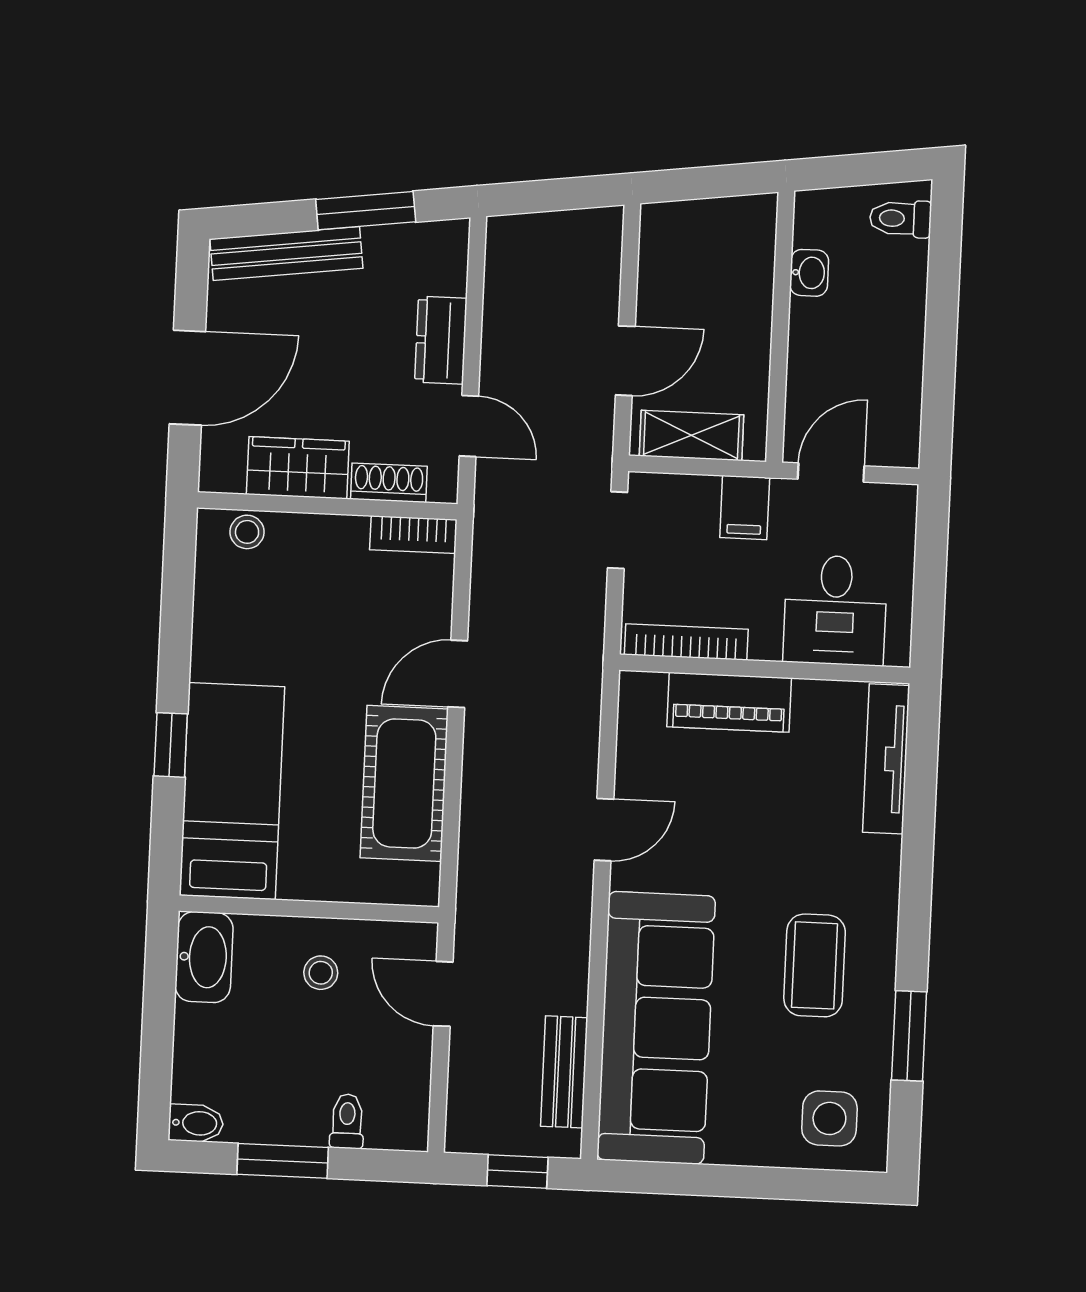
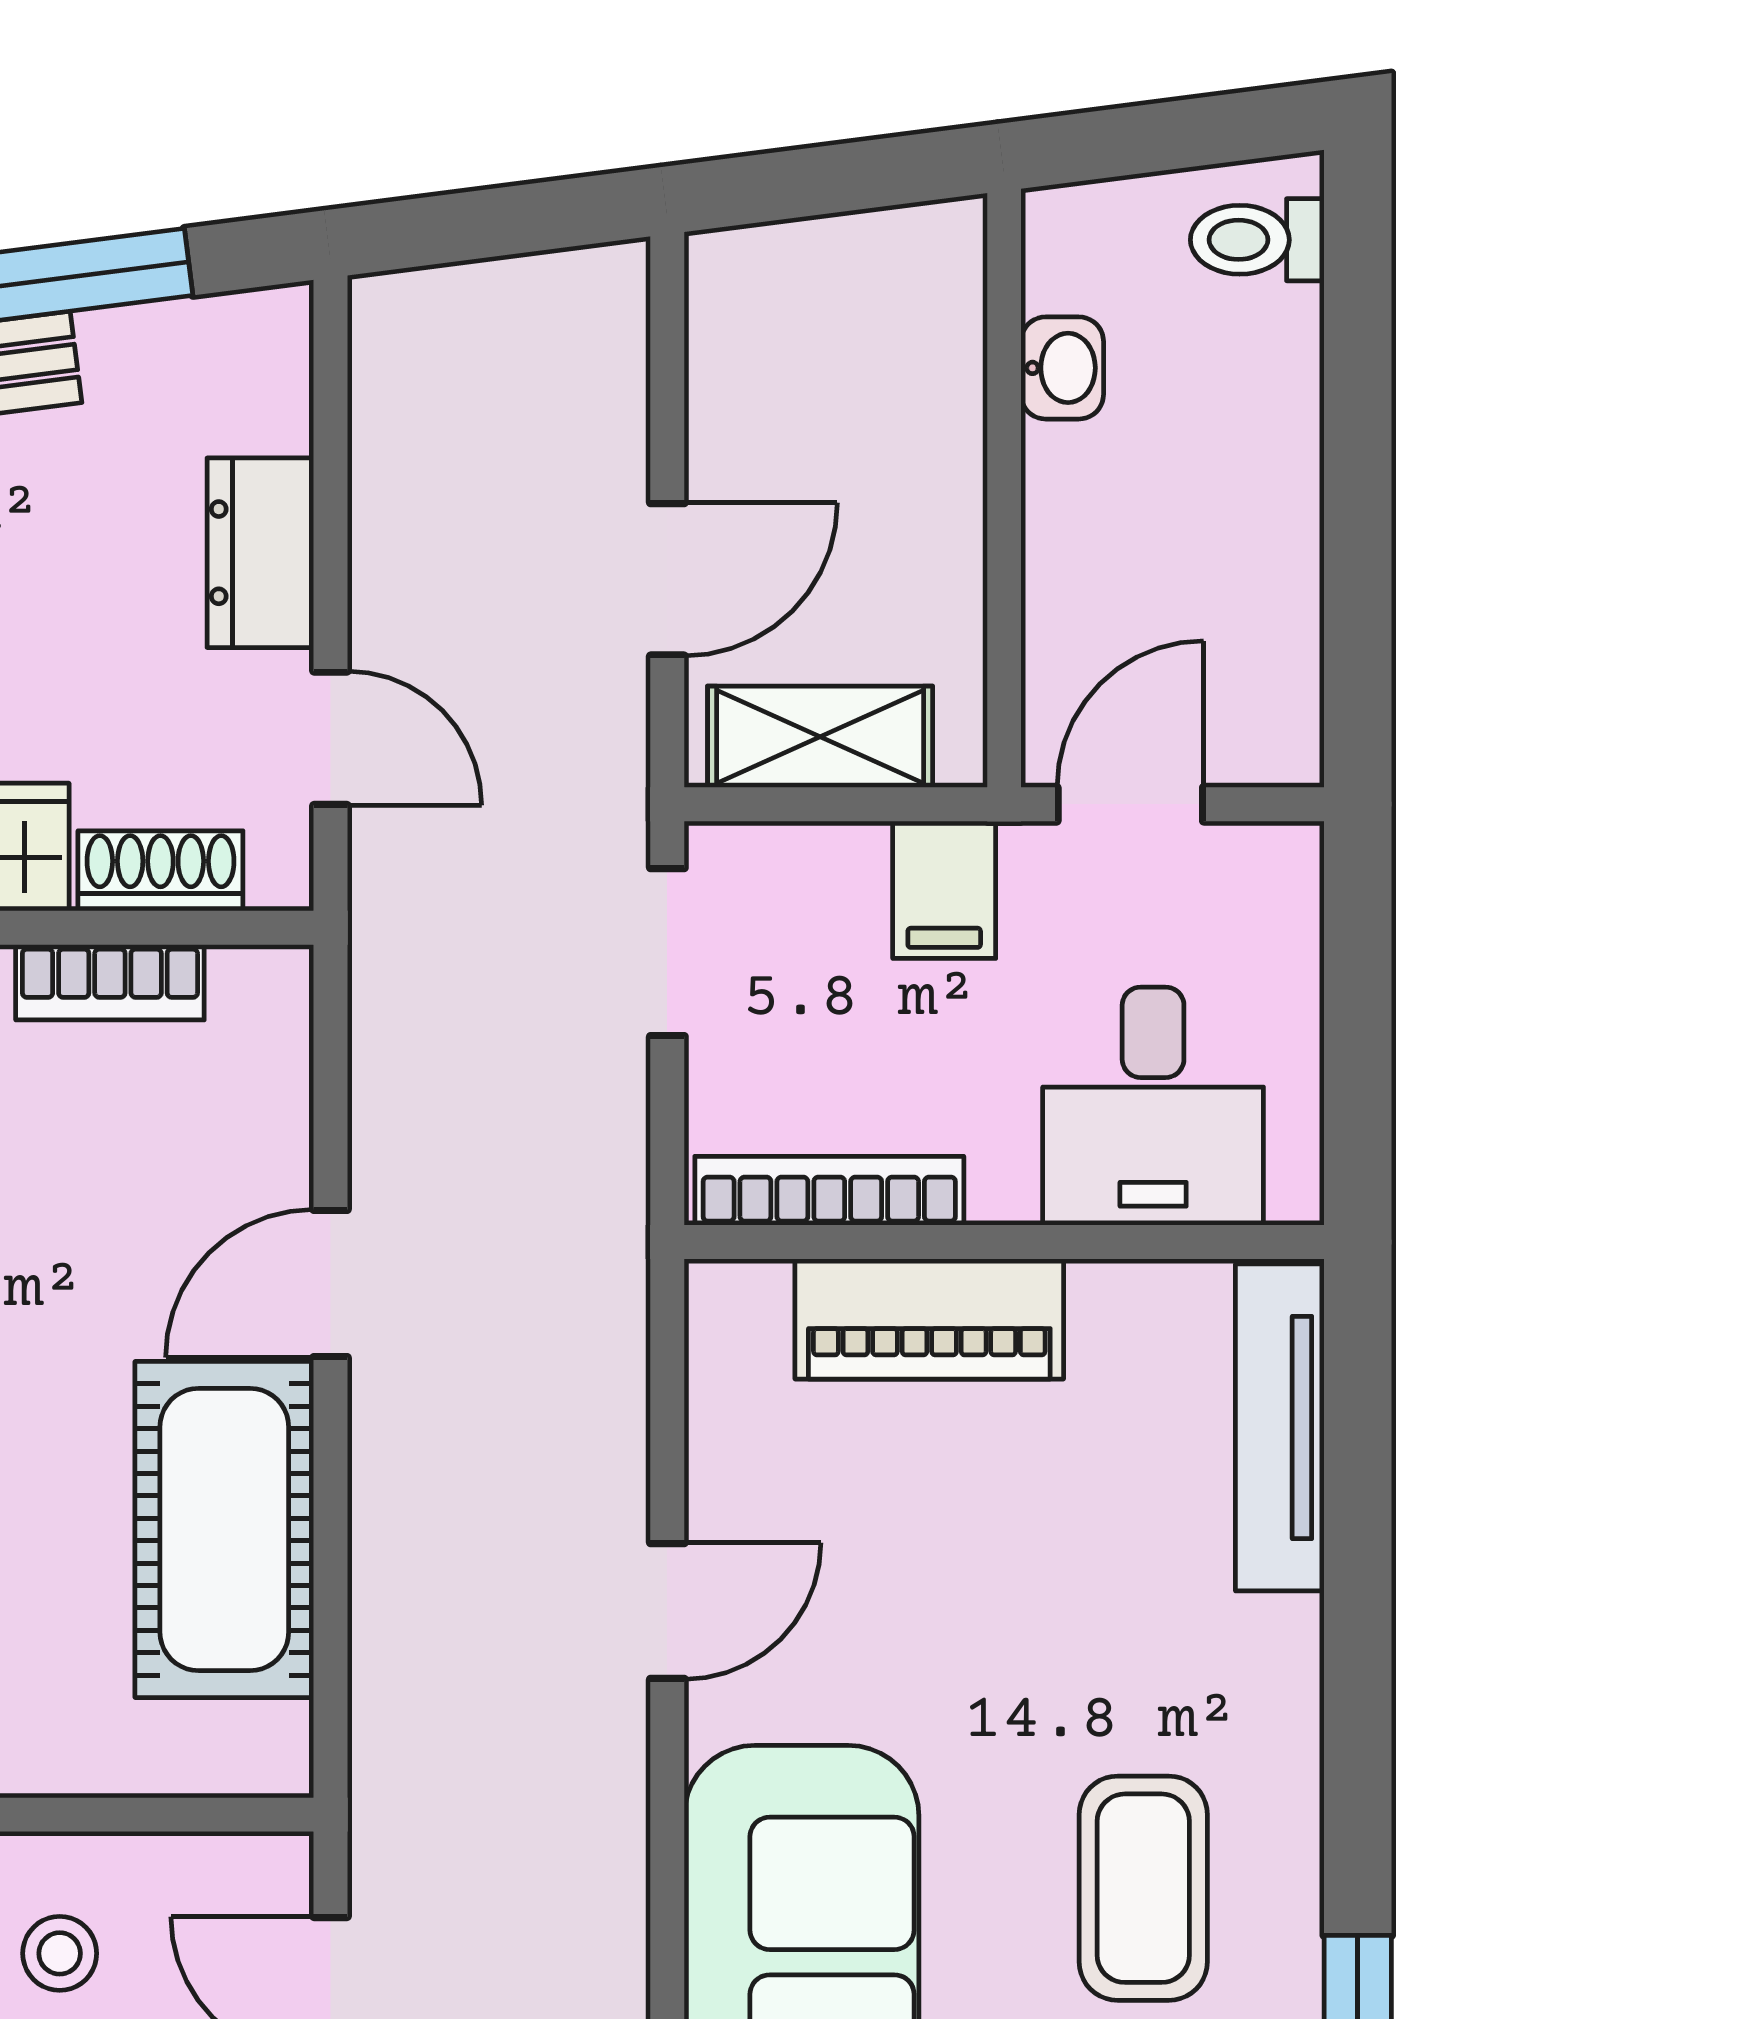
bookcase: (413, 535) -> (110, 982), moved

